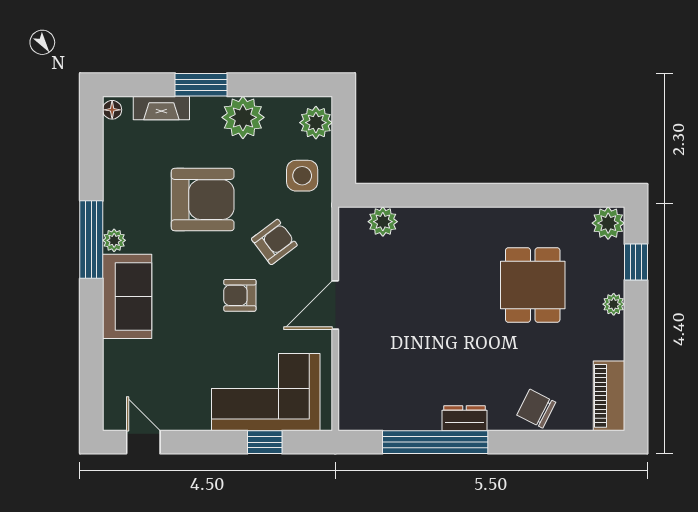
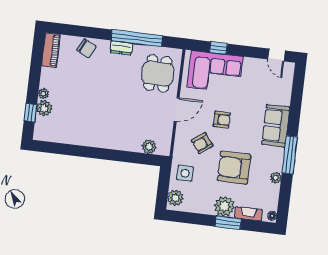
plant: (243, 117) -> (224, 206), moved
plant: (608, 223) -> (44, 108), moved
plant: (114, 240) -> (276, 178), moved
dining table: (533, 285) -> (158, 73), moved

